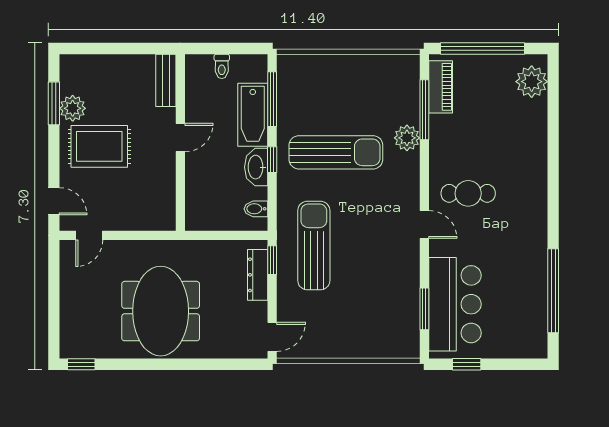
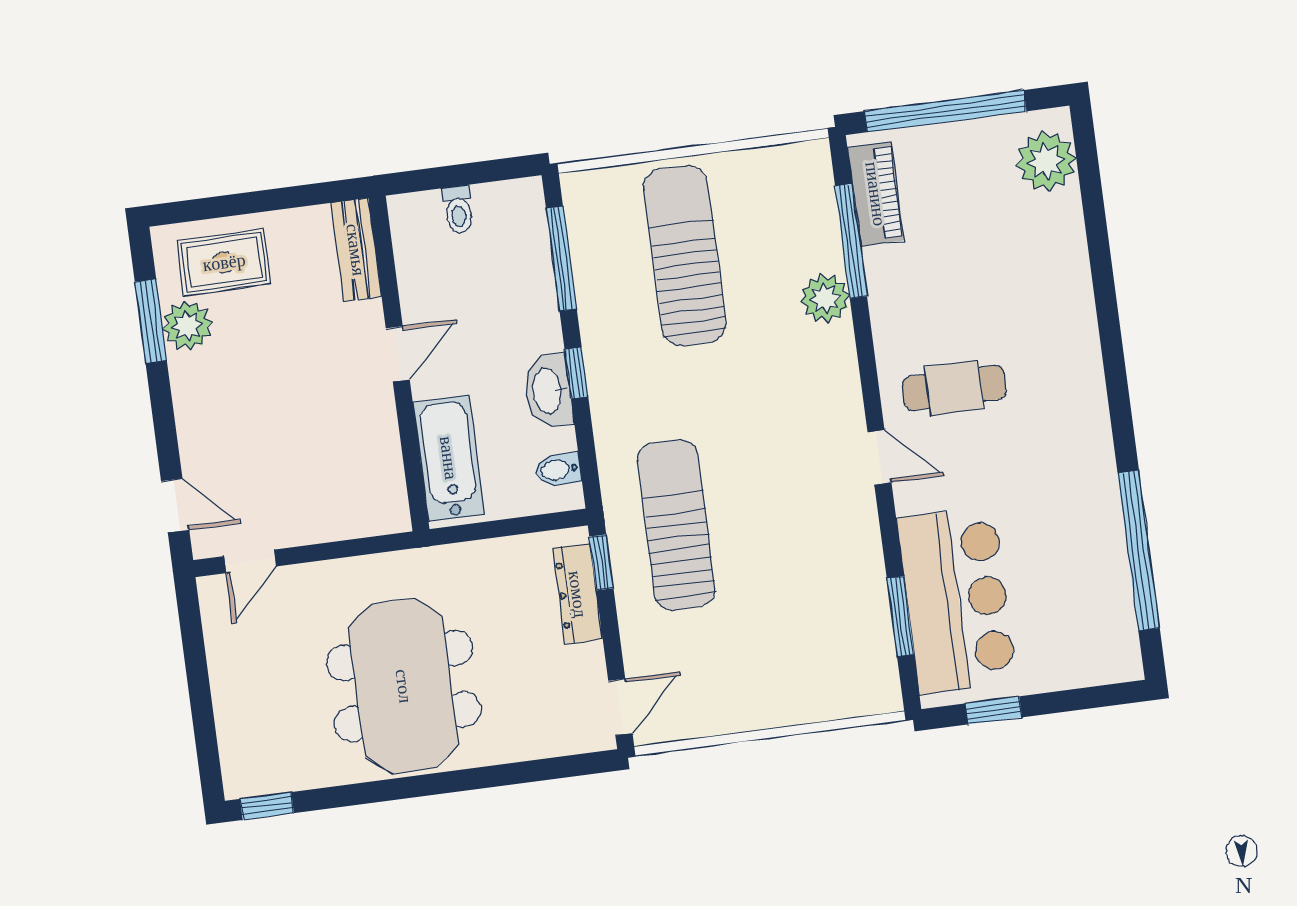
bathtub: (253, 115) -> (449, 458), moved, turned 180
rug: (99, 146) -> (224, 262), moved, width x0.73, depth x0.70
sun lounger: (336, 152) -> (685, 256), moved, turned -90

